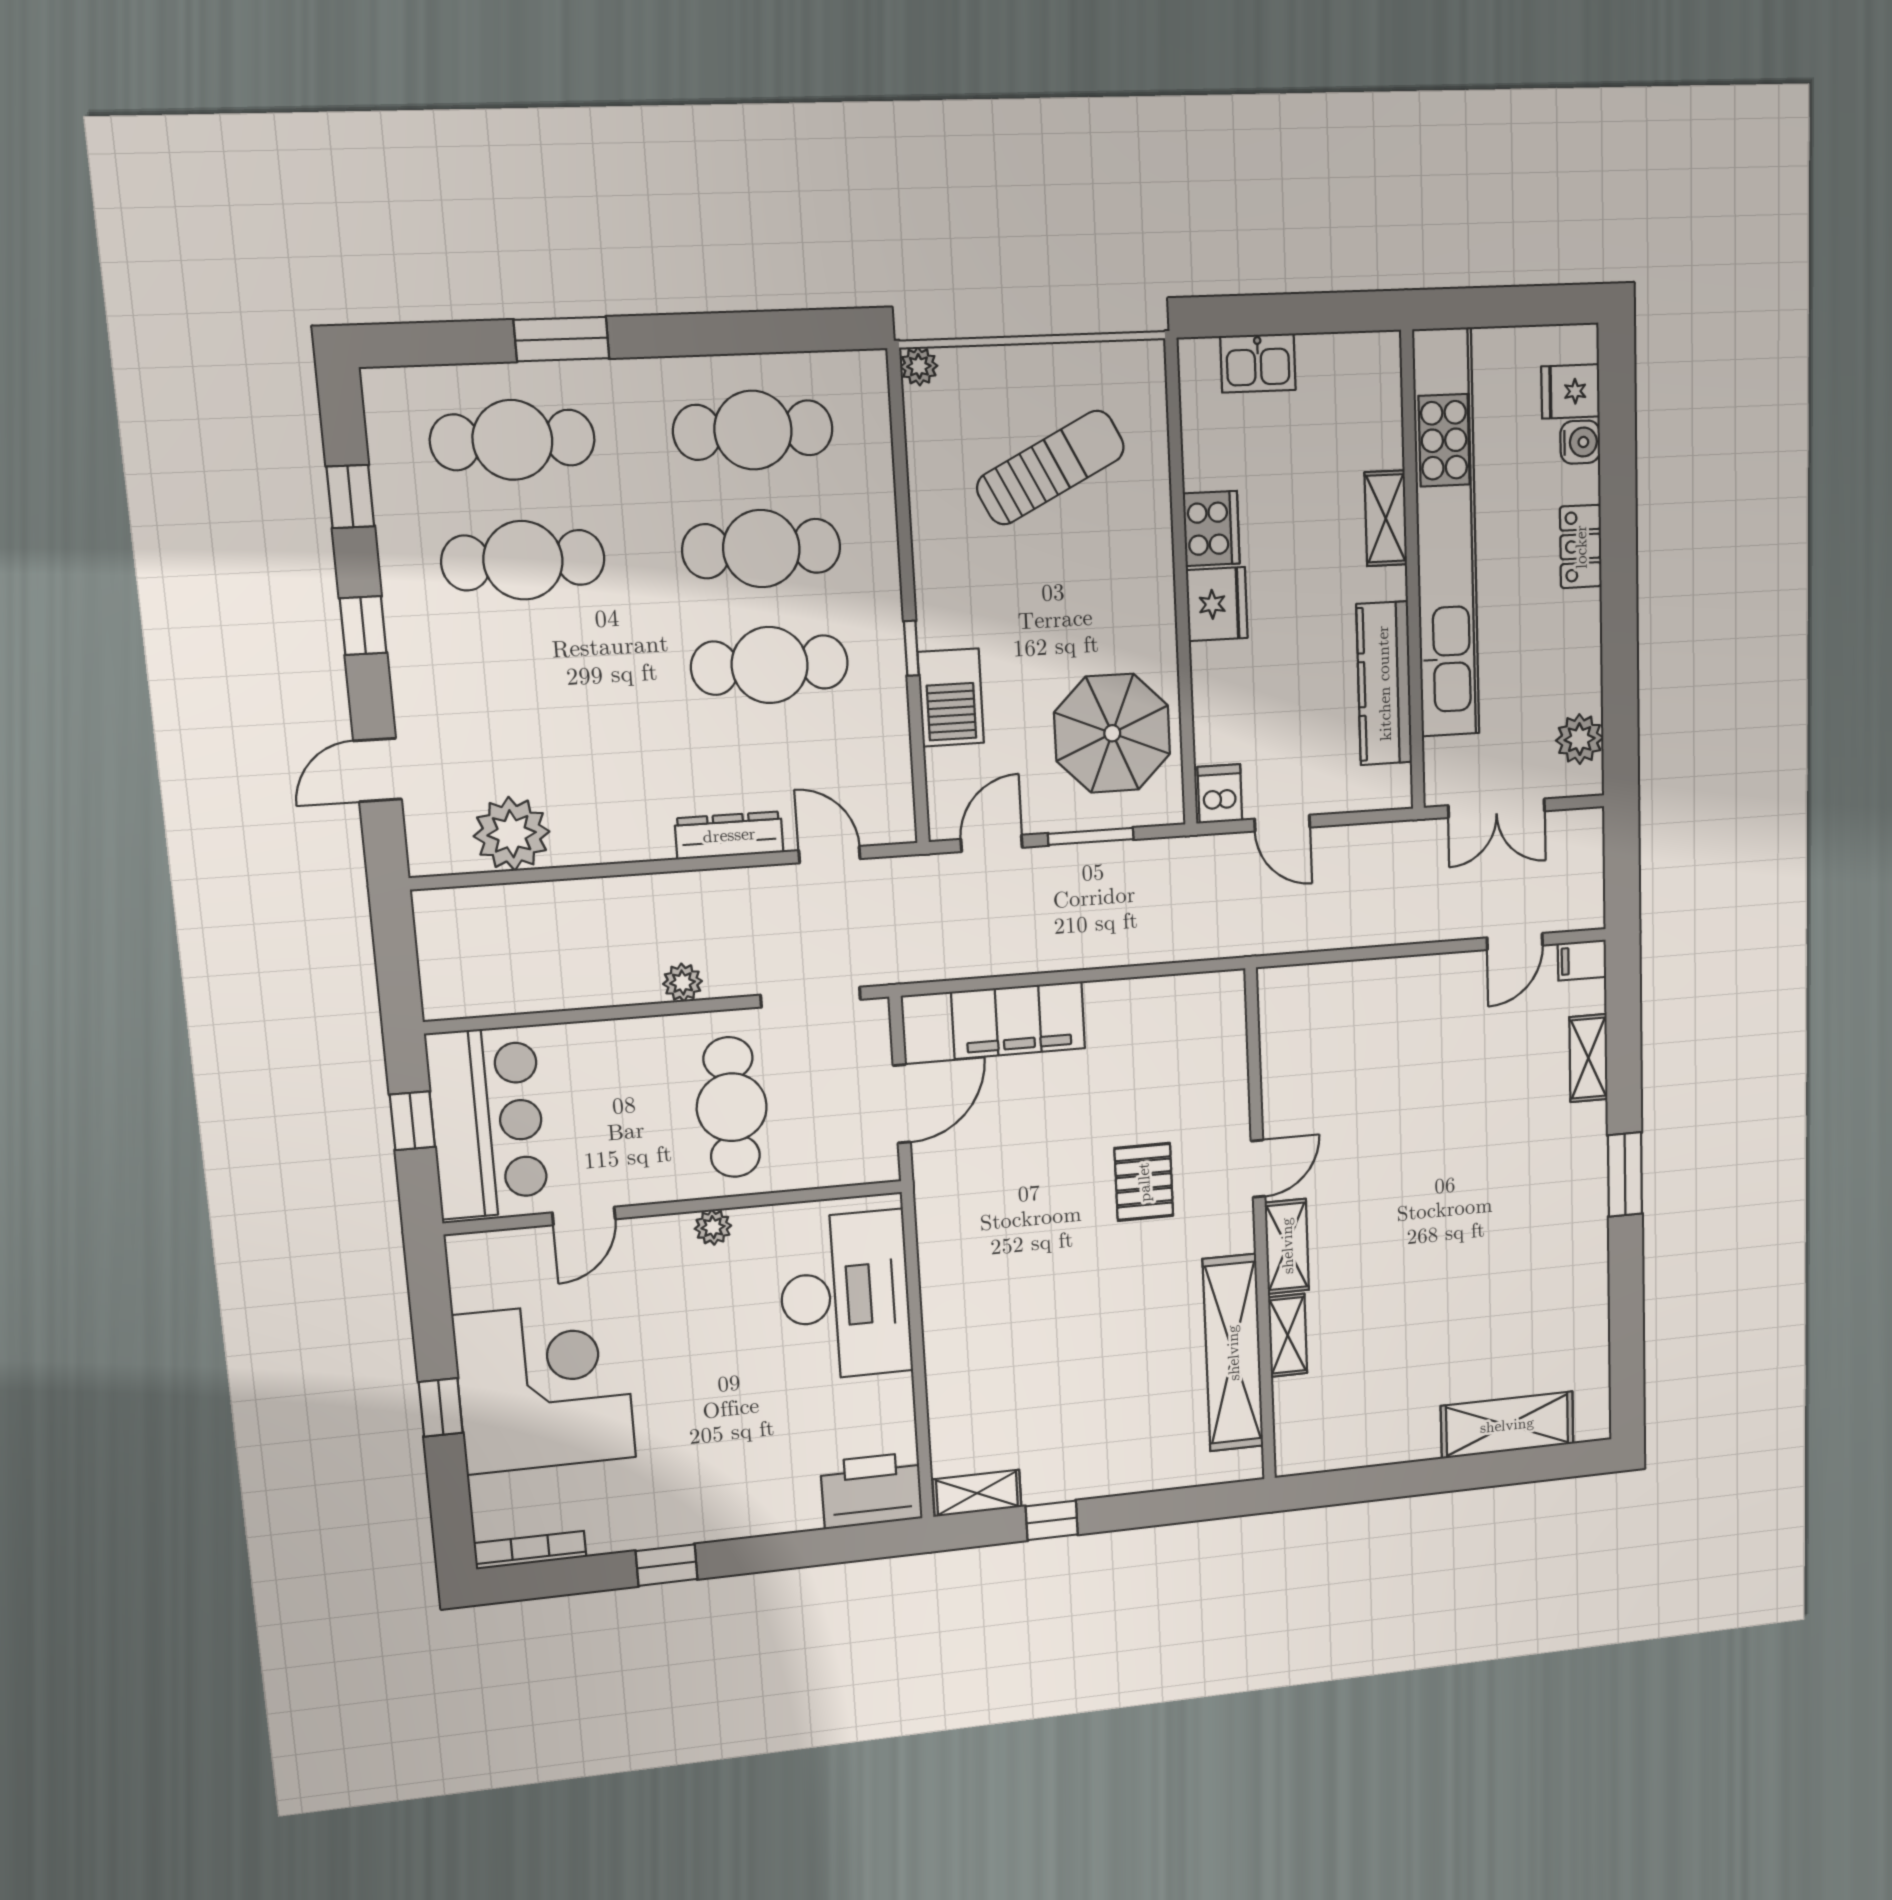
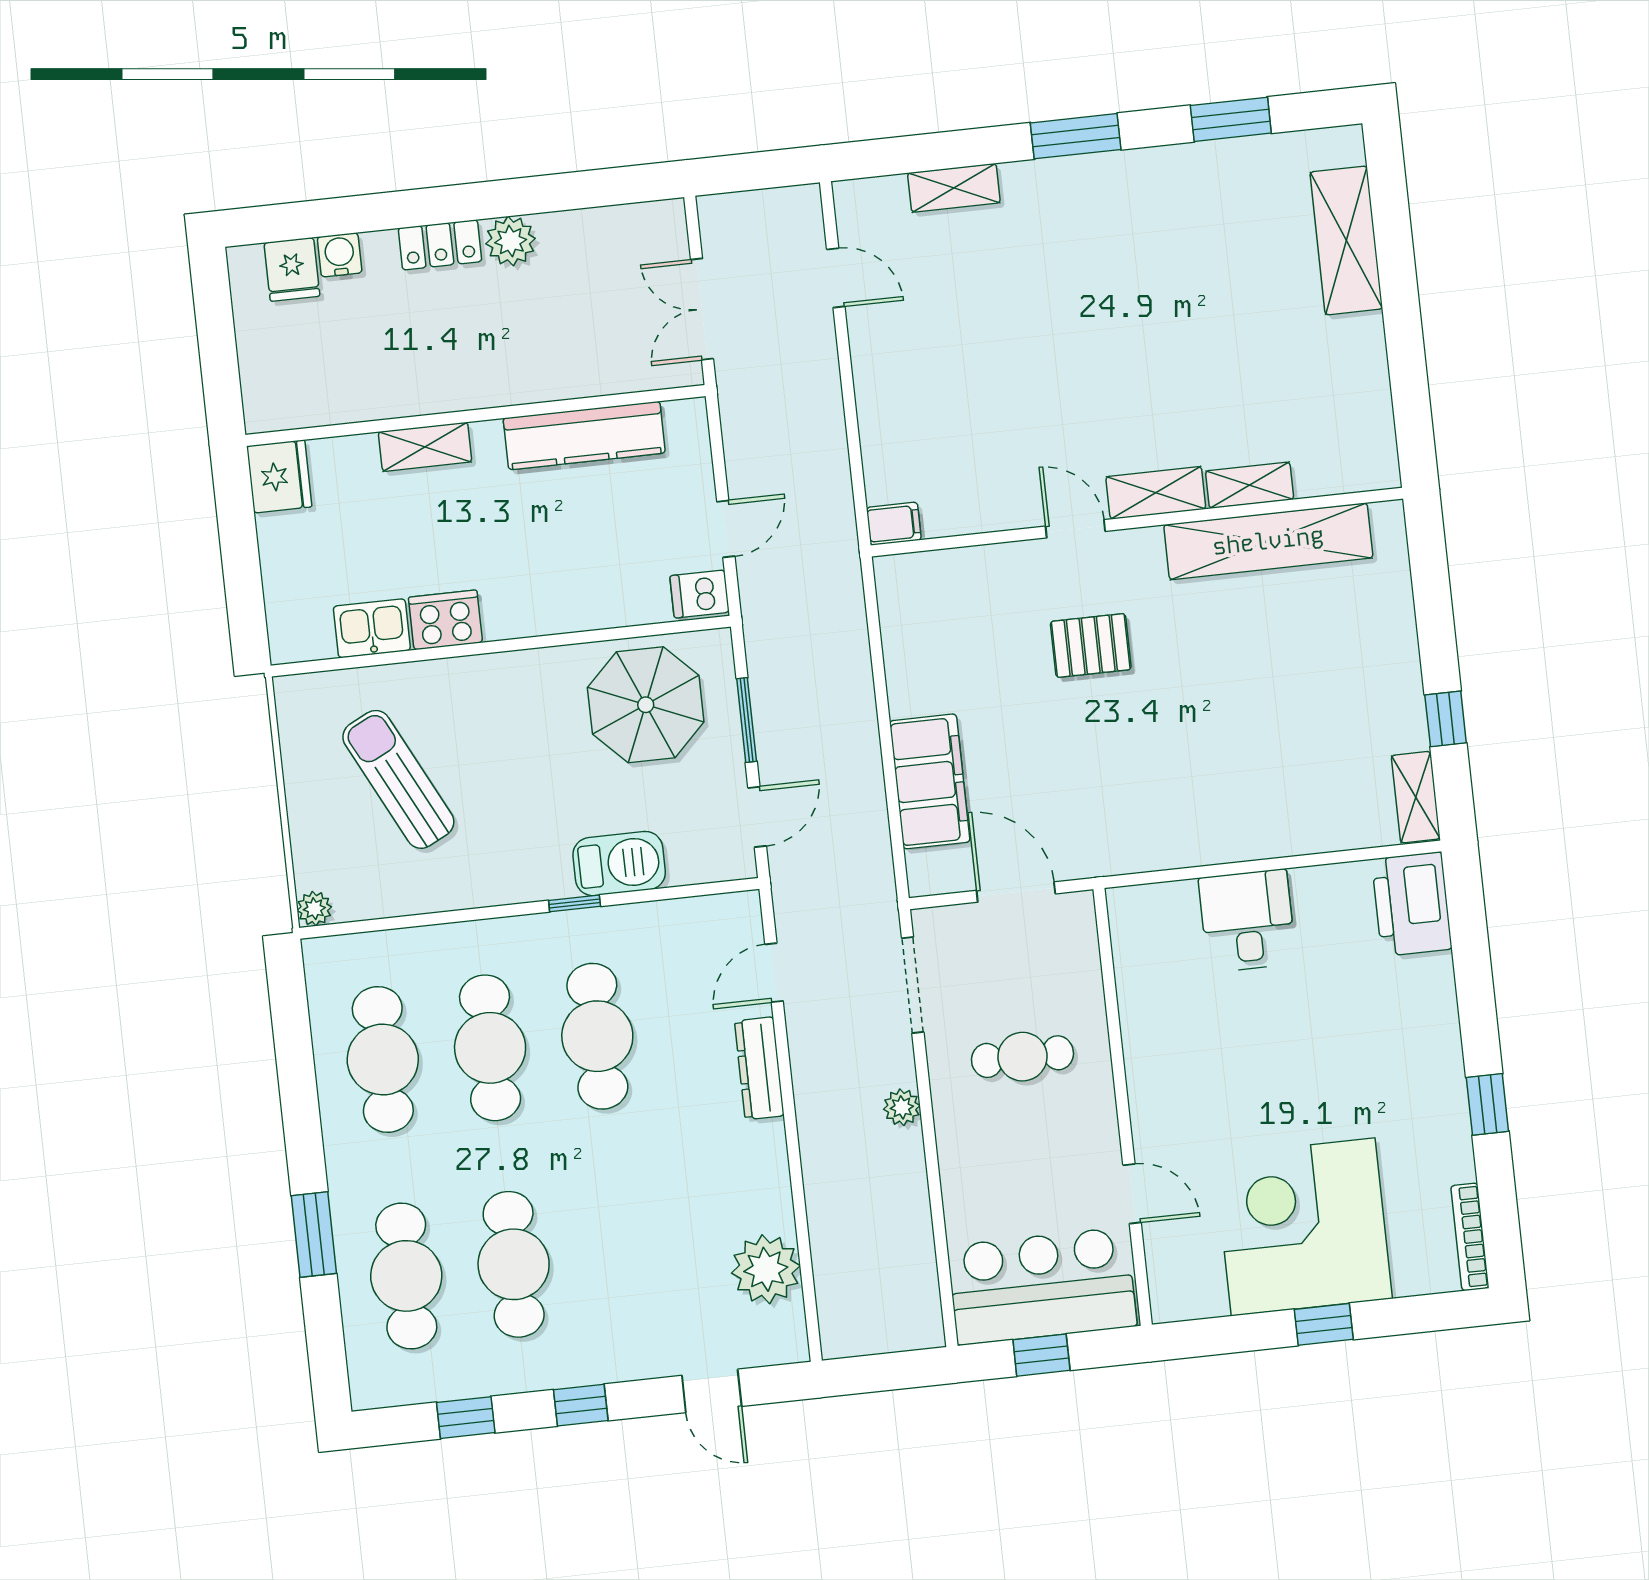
kitchen sink: (1258, 363) -> (372, 628), moved, turned -90
kitchen unit: (1446, 534) -> (437, 384), removed
fridge: (1217, 604) -> (279, 476), moved, turned 90
plant: (1580, 739) -> (511, 241), moved
double door: (1497, 808) -> (702, 309), swing flipped
door: (992, 843) -> (757, 817), swing flipped
filing cabinet: (1582, 960) -> (894, 524), moved, turned -90
cafe table: (732, 1107) -> (1022, 1057), width x0.73, depth x0.74
plant: (713, 1227) -> (1142, 1070), removed
desk: (845, 1296) -> (1247, 921), width x0.53, depth x0.77
window: (1626, 1319) -> (1231, 119), added

